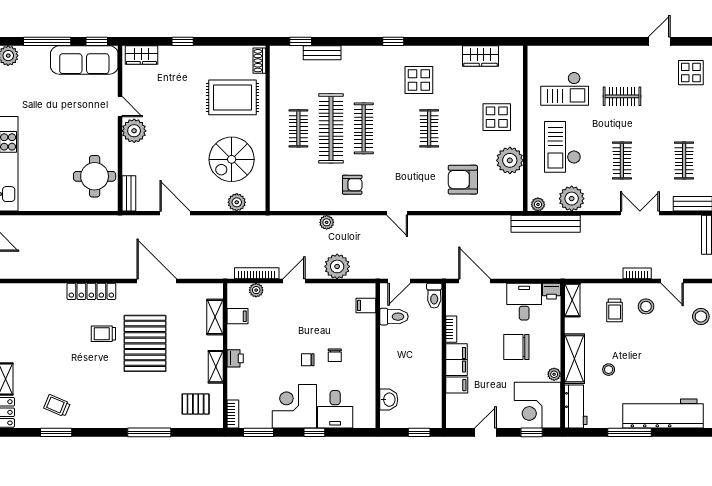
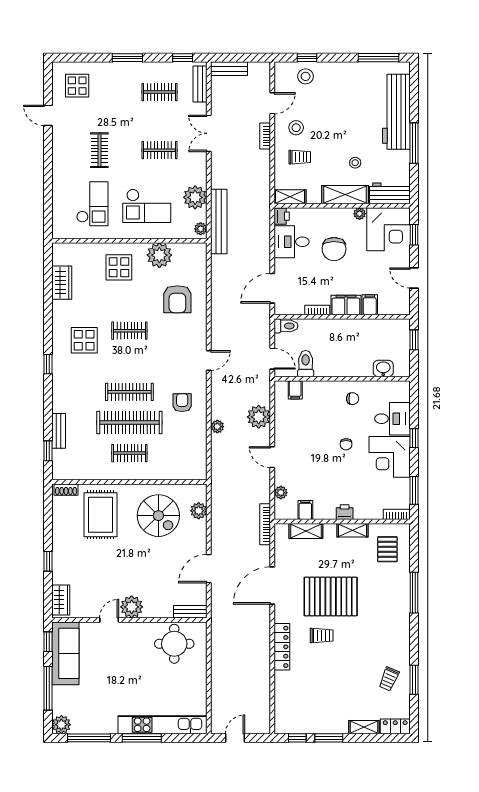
bookcase: (257, 273) -> (265, 524), moved
trolley: (103, 334) -> (322, 635), turned -90
chair: (335, 355) -> (353, 399), moved

